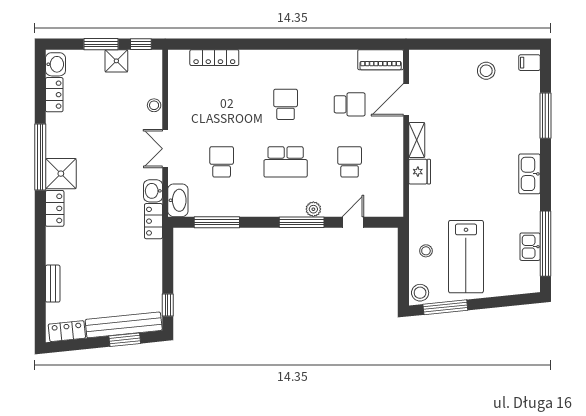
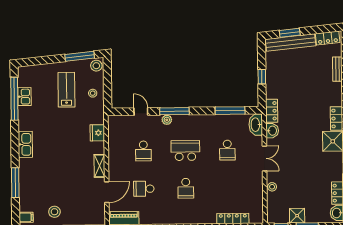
fridge: (420, 172) -> (97, 133), moved
door: (353, 222) -> (141, 111), swing flipped
lab bench: (466, 257) -> (66, 90), width x0.73, depth x0.72
window: (168, 305) -> (262, 77), moved

